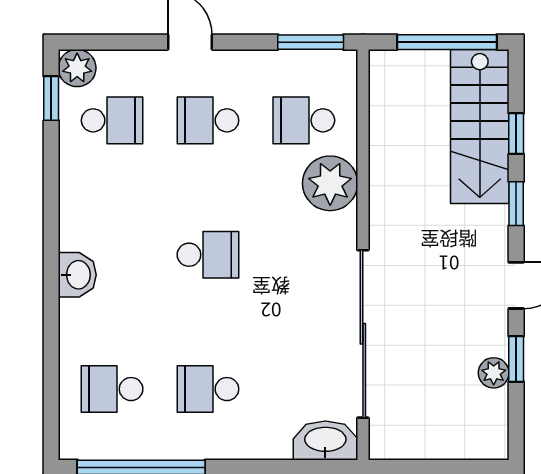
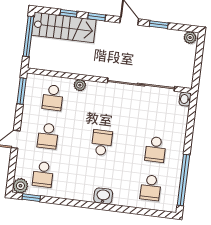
school desk: (112, 120) -> (43, 174), turned 180
plant: (330, 183) -> (80, 85), width x0.53, depth x0.53
plant: (494, 373) -> (190, 38), moved
washbasin: (325, 440) -> (185, 99), width x0.52, depth x0.69

